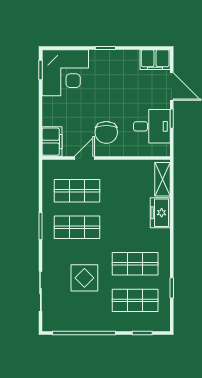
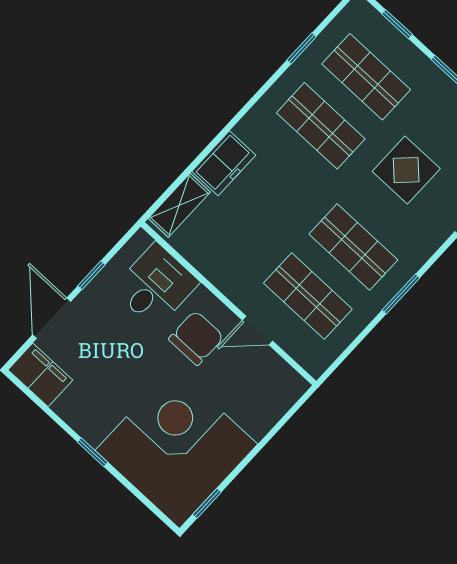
corner desk: (65, 73) -> (176, 447), width x1.36, depth x1.36
desk: (152, 126) -> (156, 286), moved, turned 90
filing cabinet: (52, 142) -> (280, 393), removed

